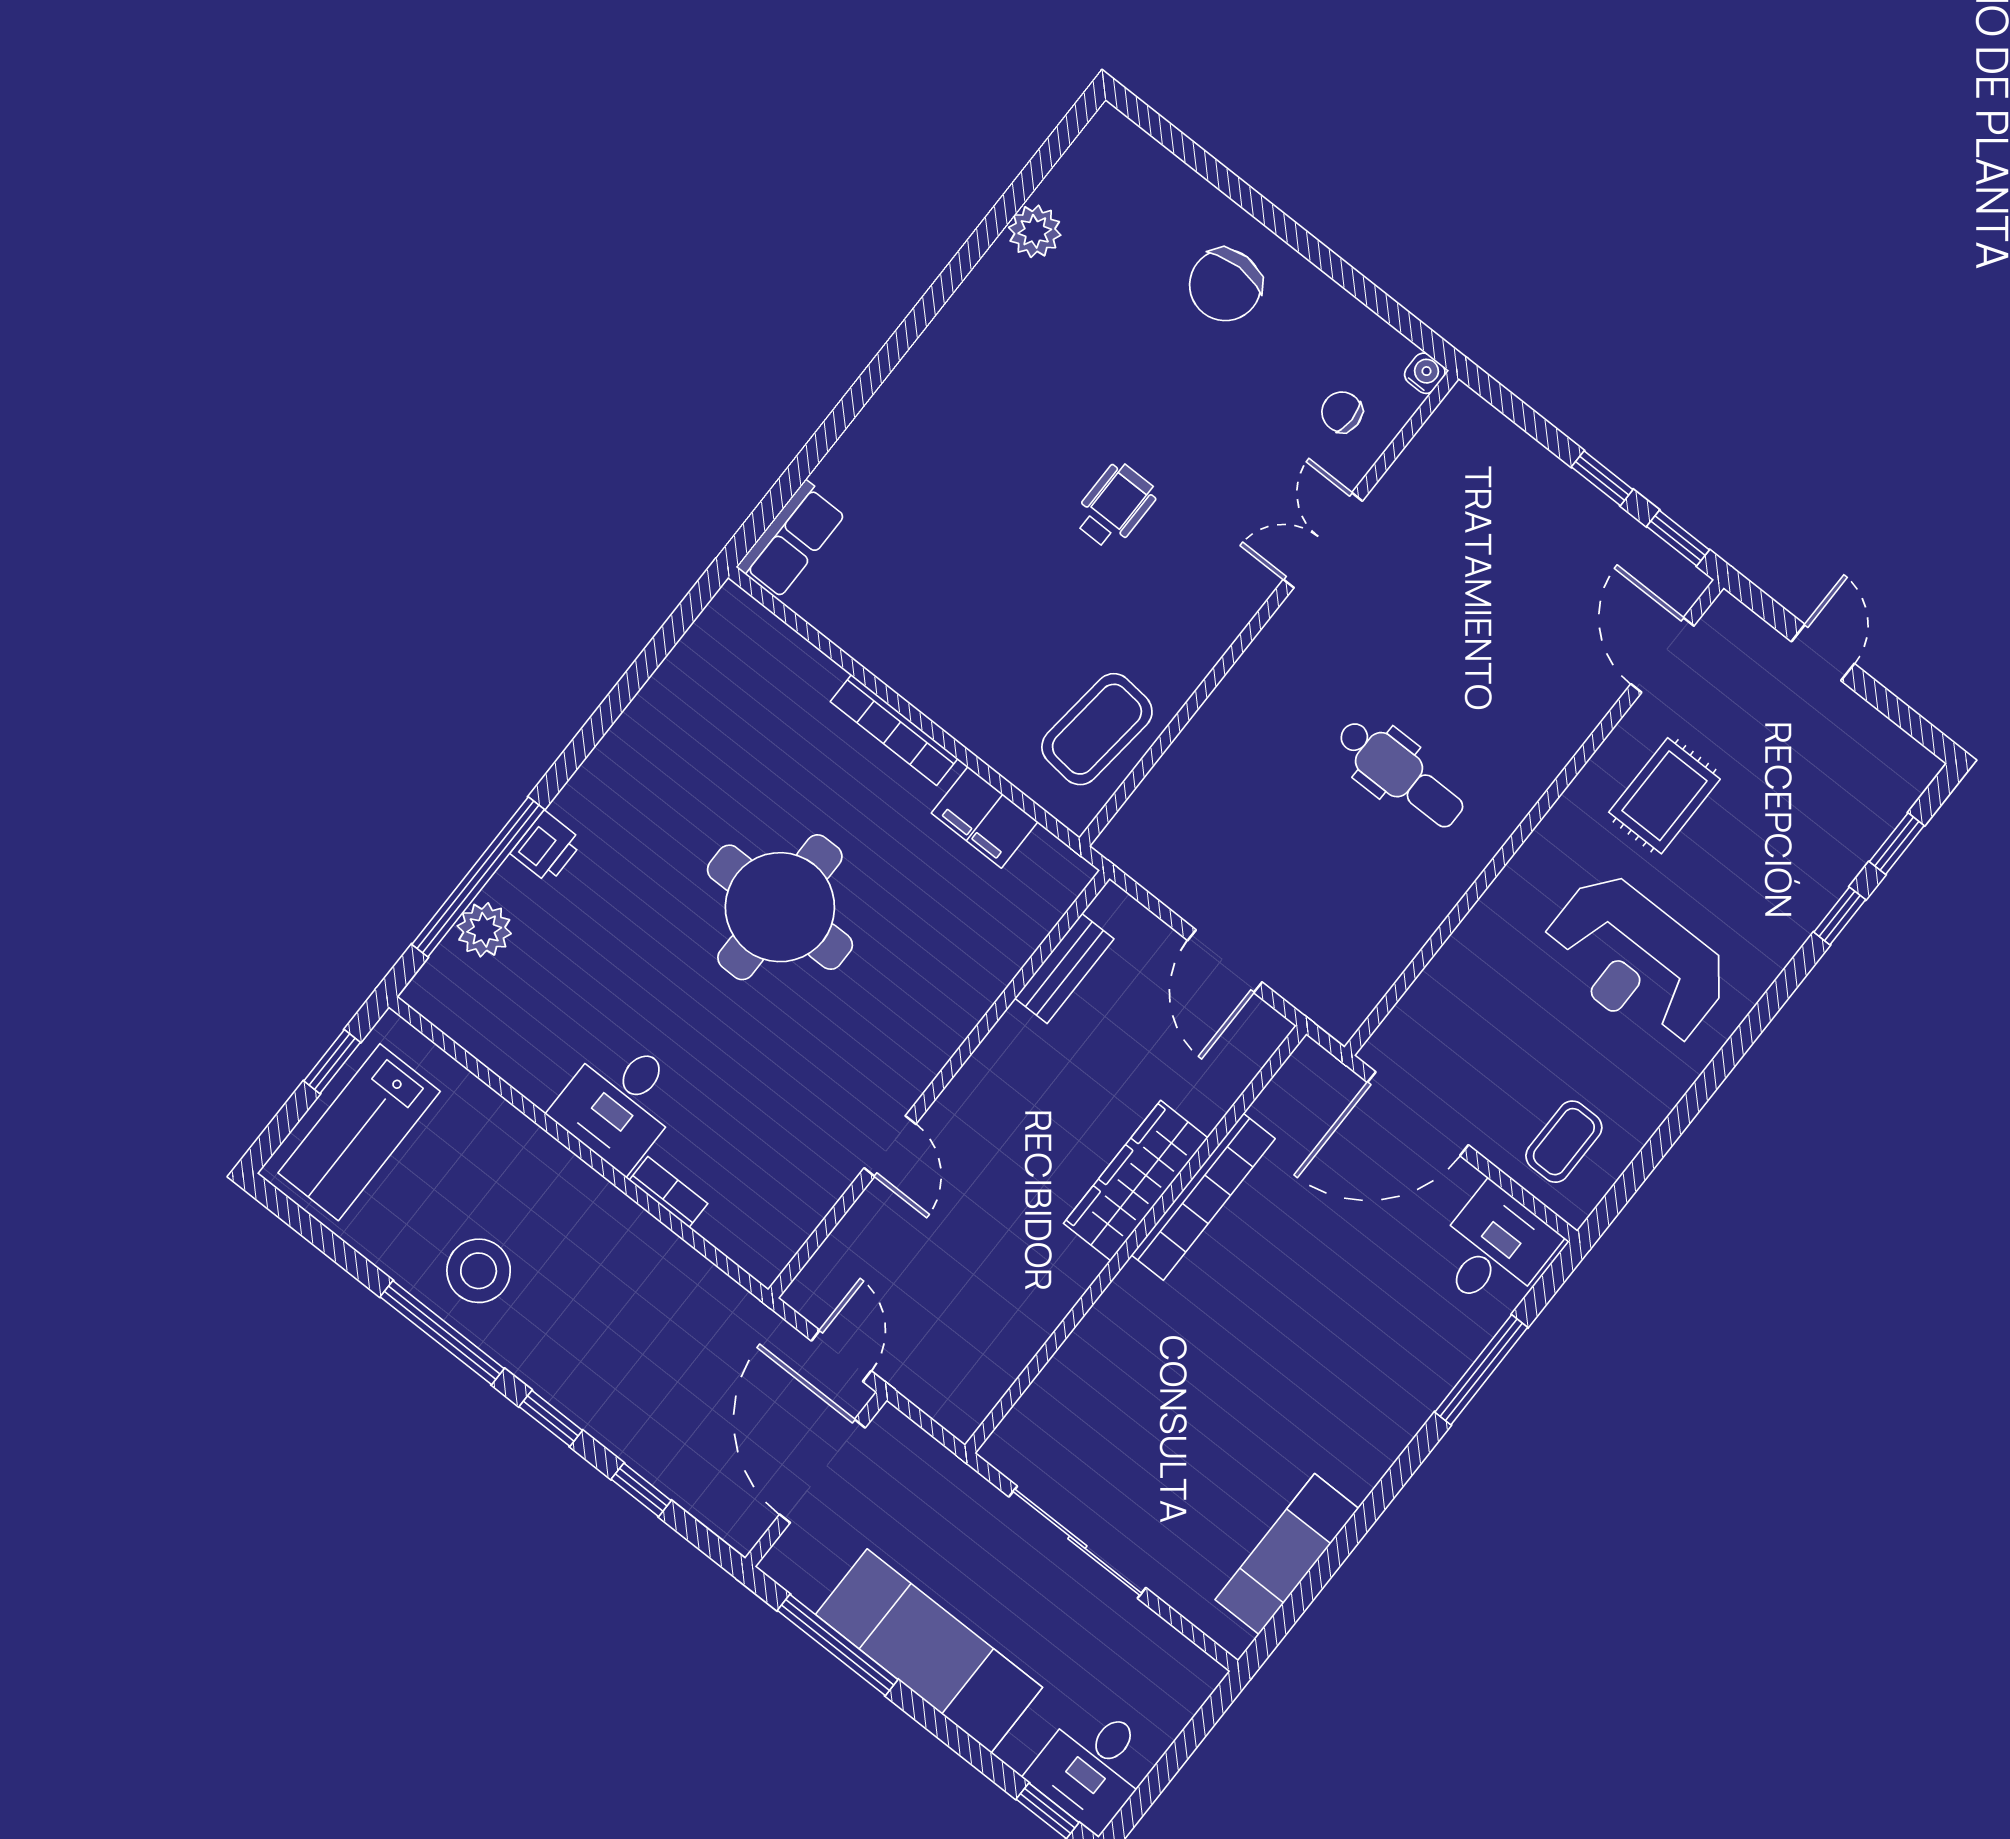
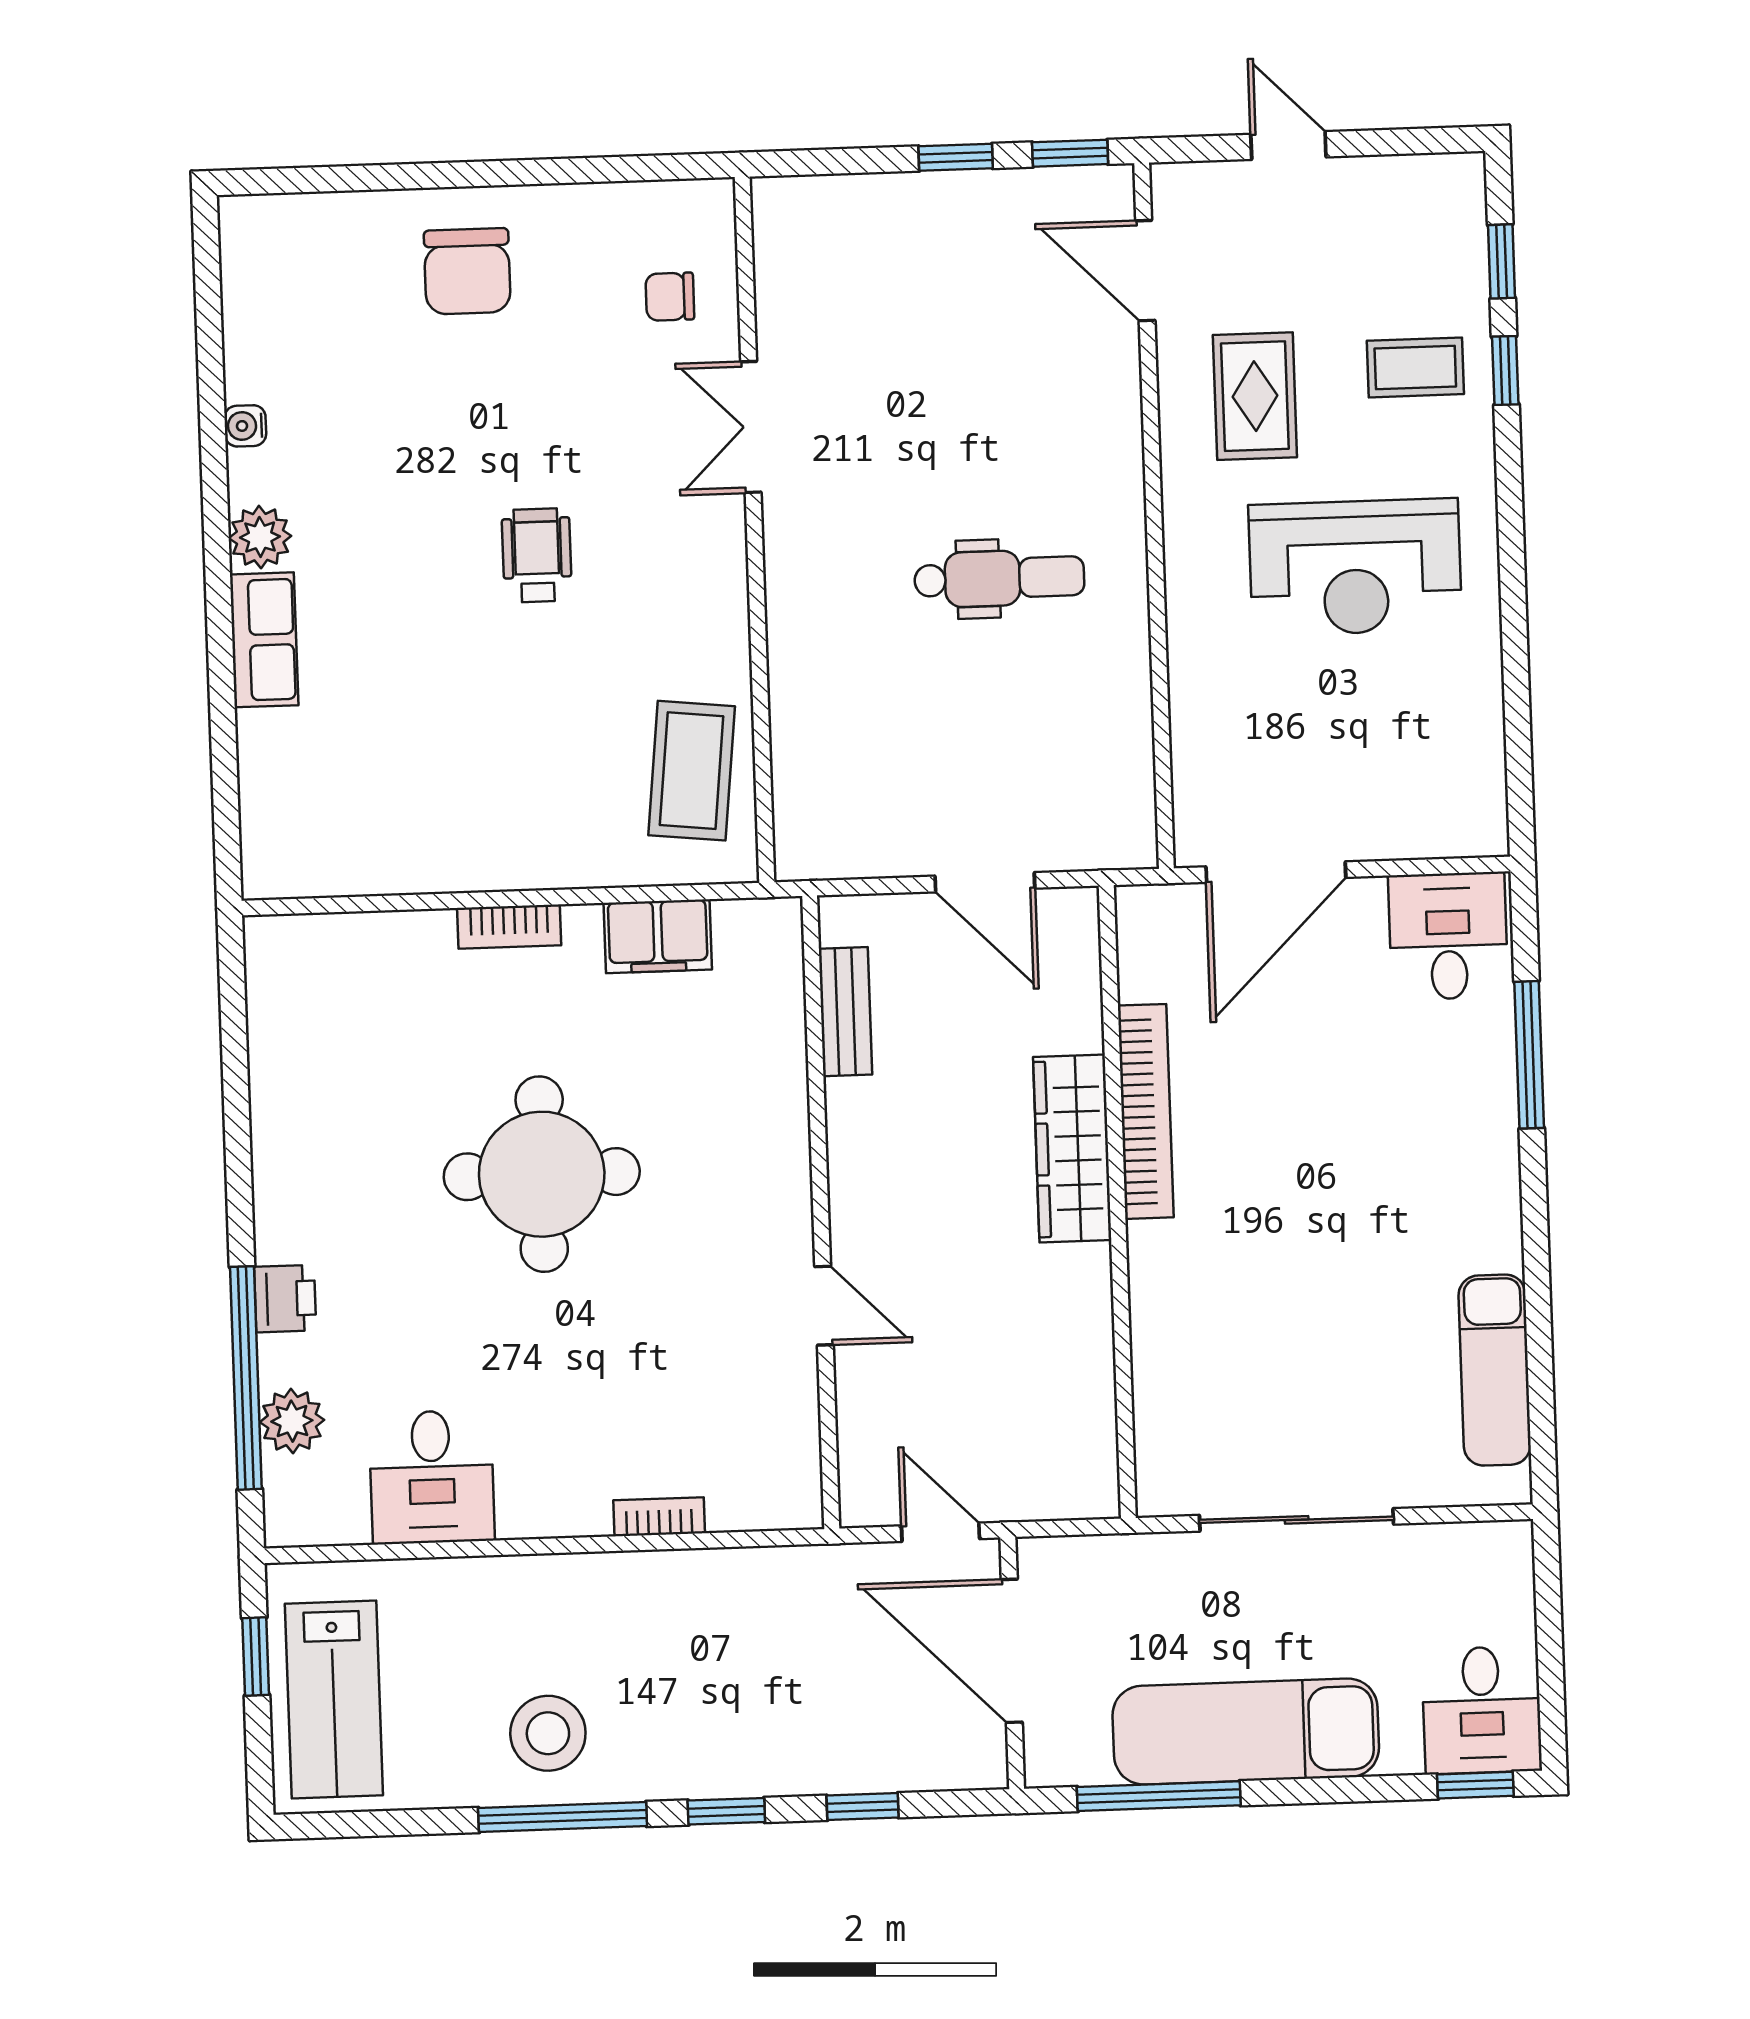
plant: (1035, 231) -> (260, 537), moved
water cooler: (1425, 373) -> (245, 426), moved, turned -90
row of seats: (792, 540) -> (264, 640), moved
bookcase: (894, 730) -> (509, 927), width x0.64
desk: (620, 1102) -> (432, 1477), moved
coffee table: (1564, 1142) -> (1415, 367), moved, turned 90

